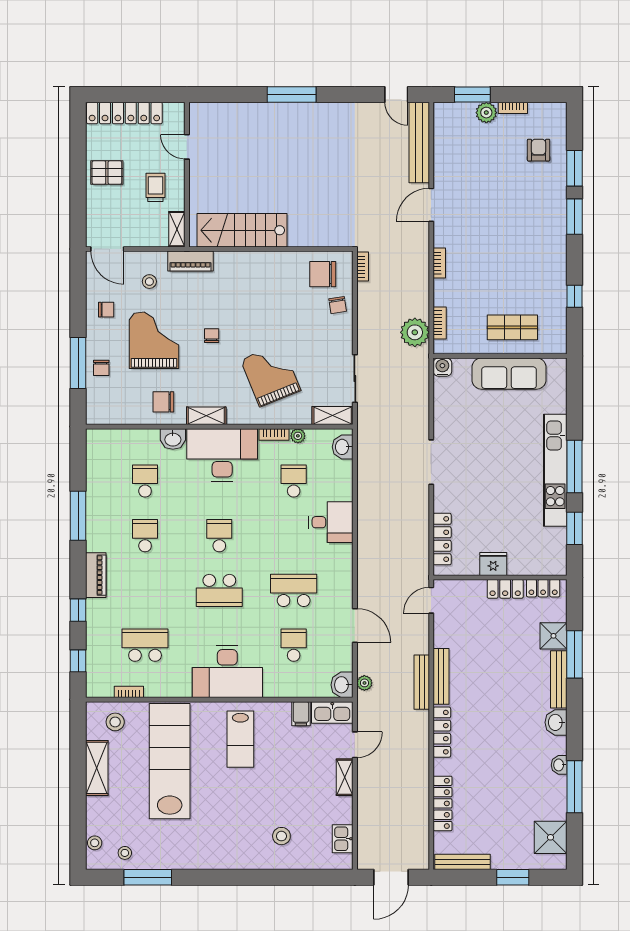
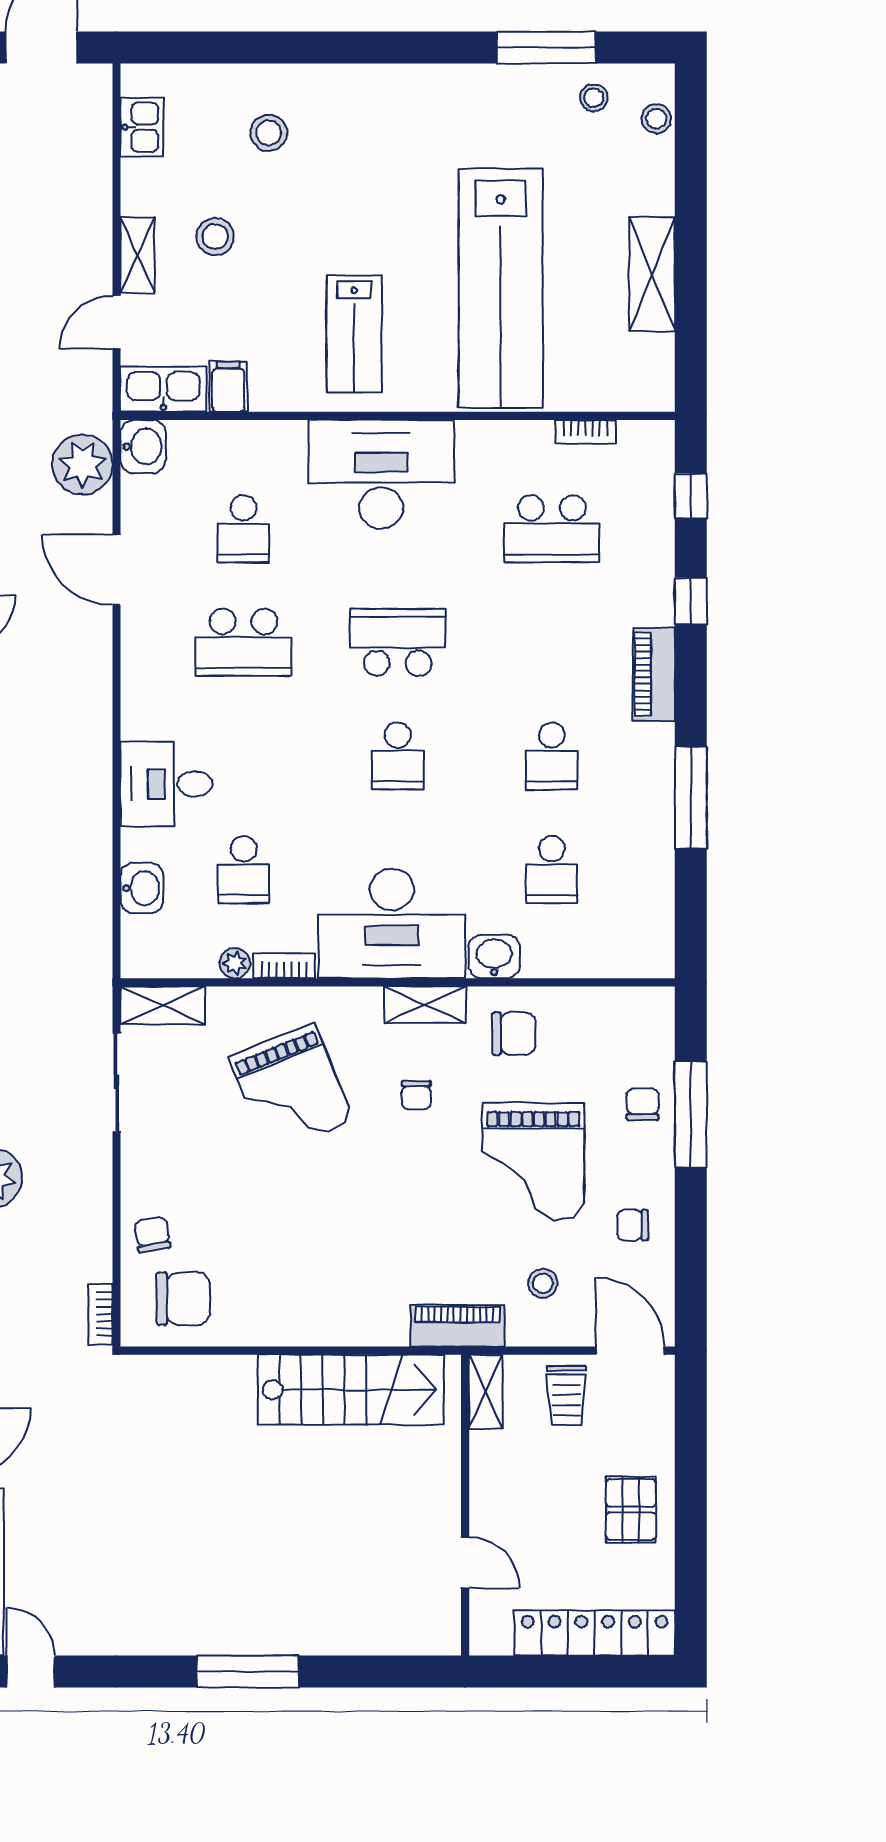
pallet: (107, 173) -> (631, 1509), turned 90
trolley: (155, 187) -> (566, 1396), moved
chair: (212, 336) -> (416, 1095), moved
washbasin: (343, 447) -> (142, 888), moved
plant: (364, 683) -> (83, 464), width x1.88, depth x1.88
stool: (115, 722) -> (215, 237), moved
lab bench: (240, 739) -> (354, 334), turned 180

